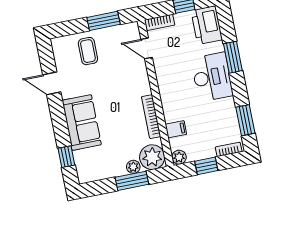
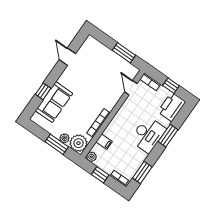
coffee table: (88, 51) -> (101, 59), removed
sofa: (82, 123) -> (54, 102), moved
window: (66, 157) -> (43, 91), moved

